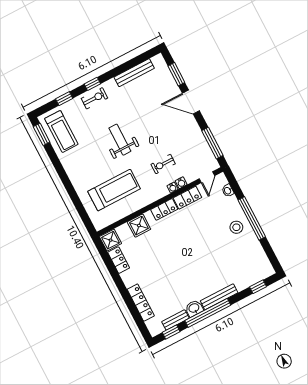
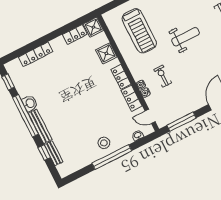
window: (258, 287) -> (44, 153), moved
bench: (175, 320) -> (54, 153), moved

